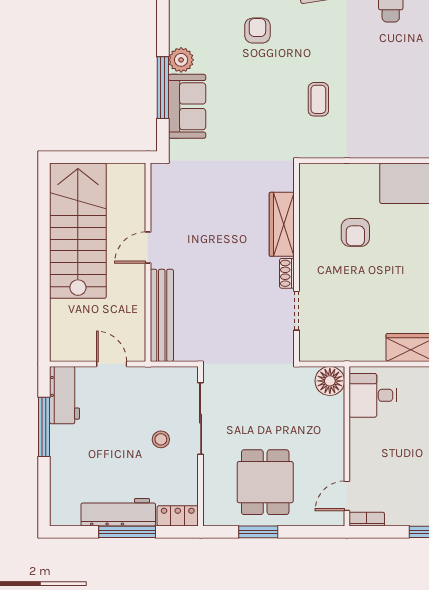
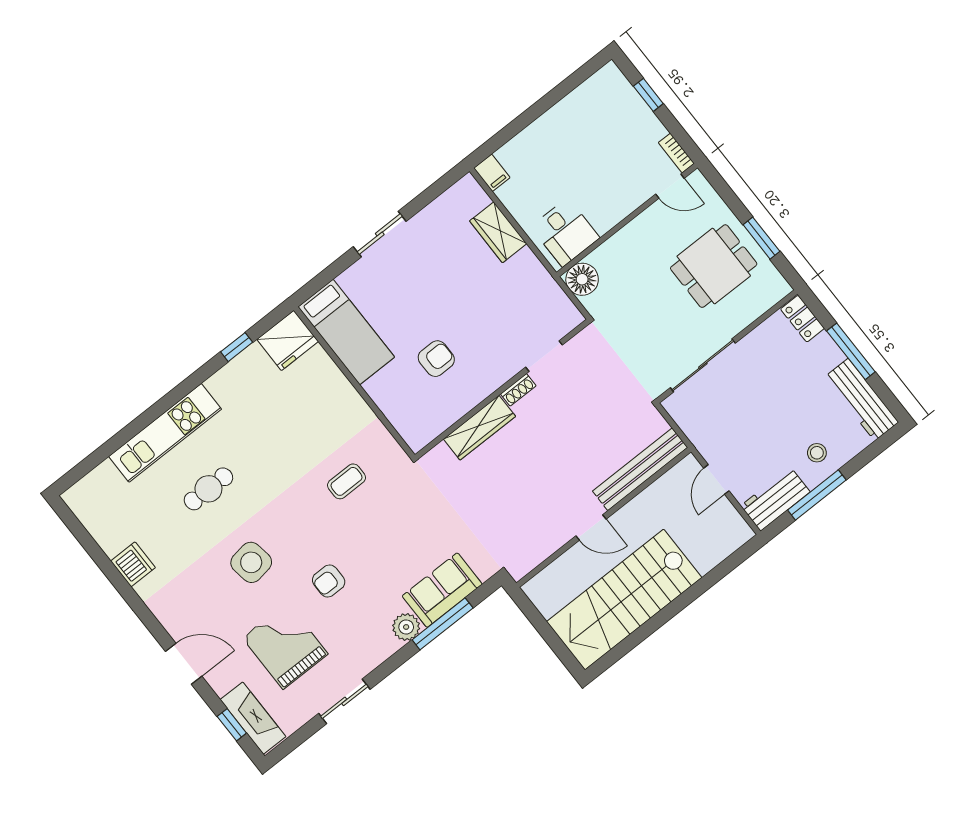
stool: (161, 439) -> (817, 453), moved
workbench: (118, 512) -> (861, 400), moved

